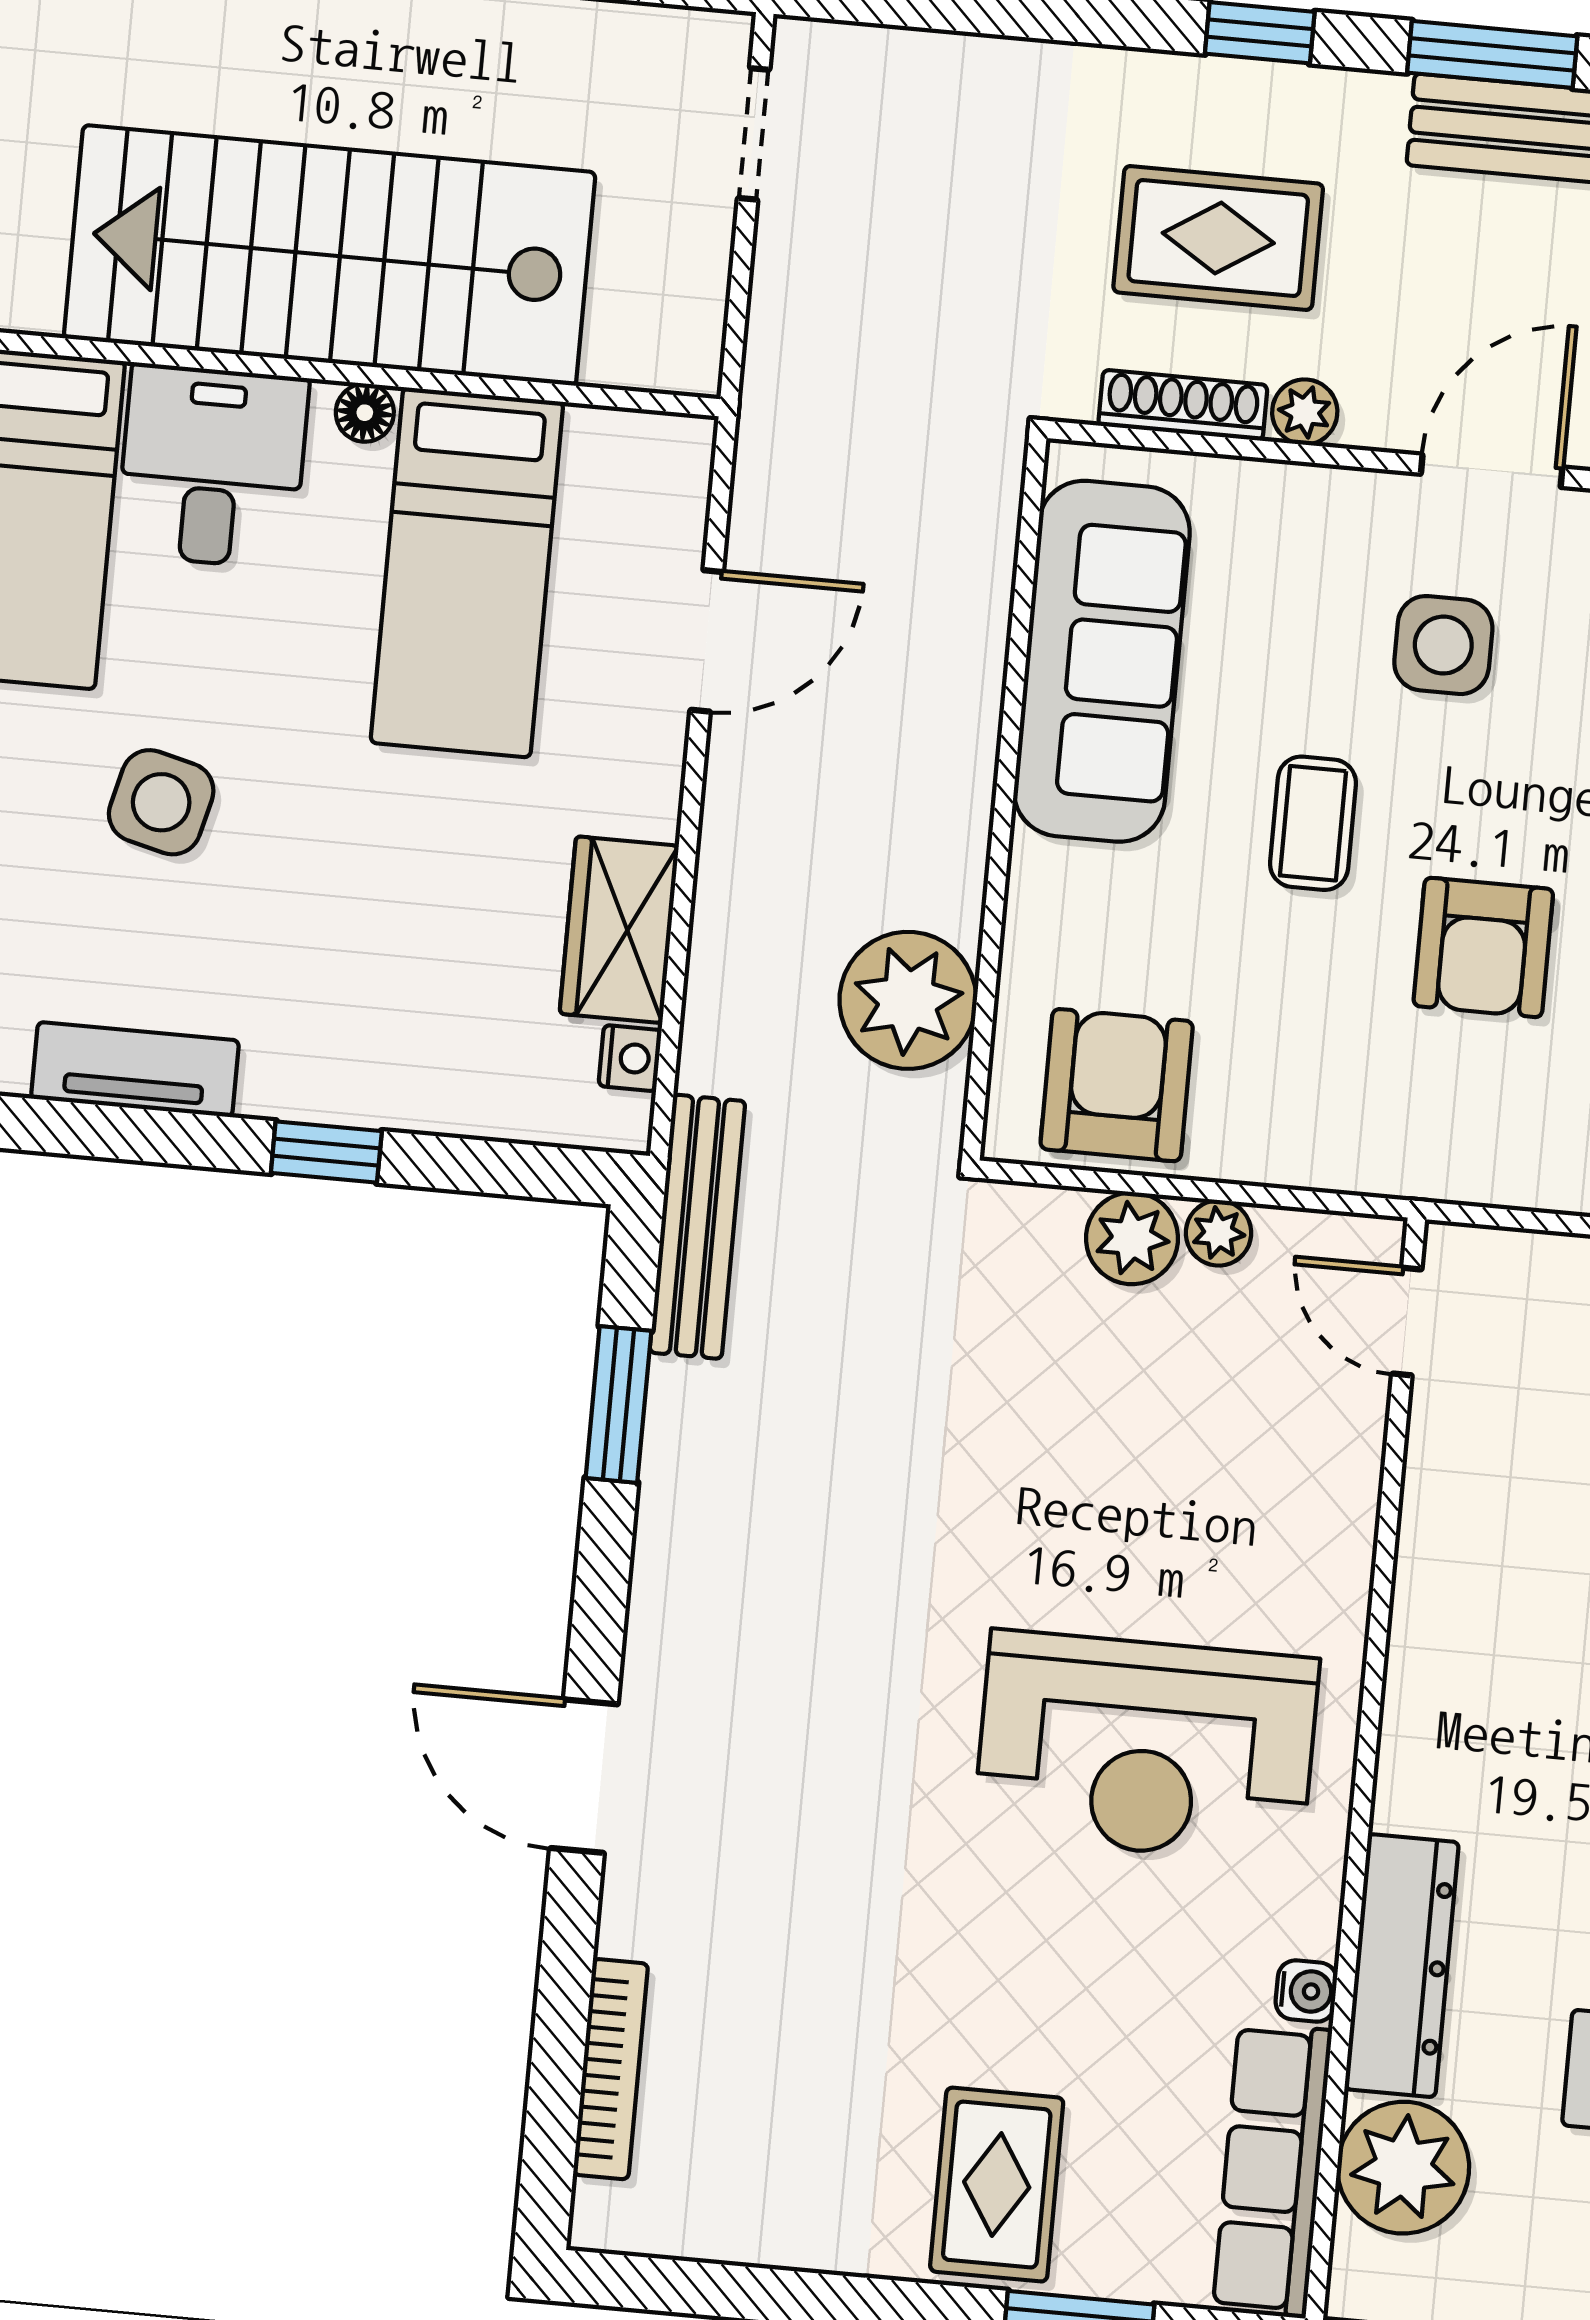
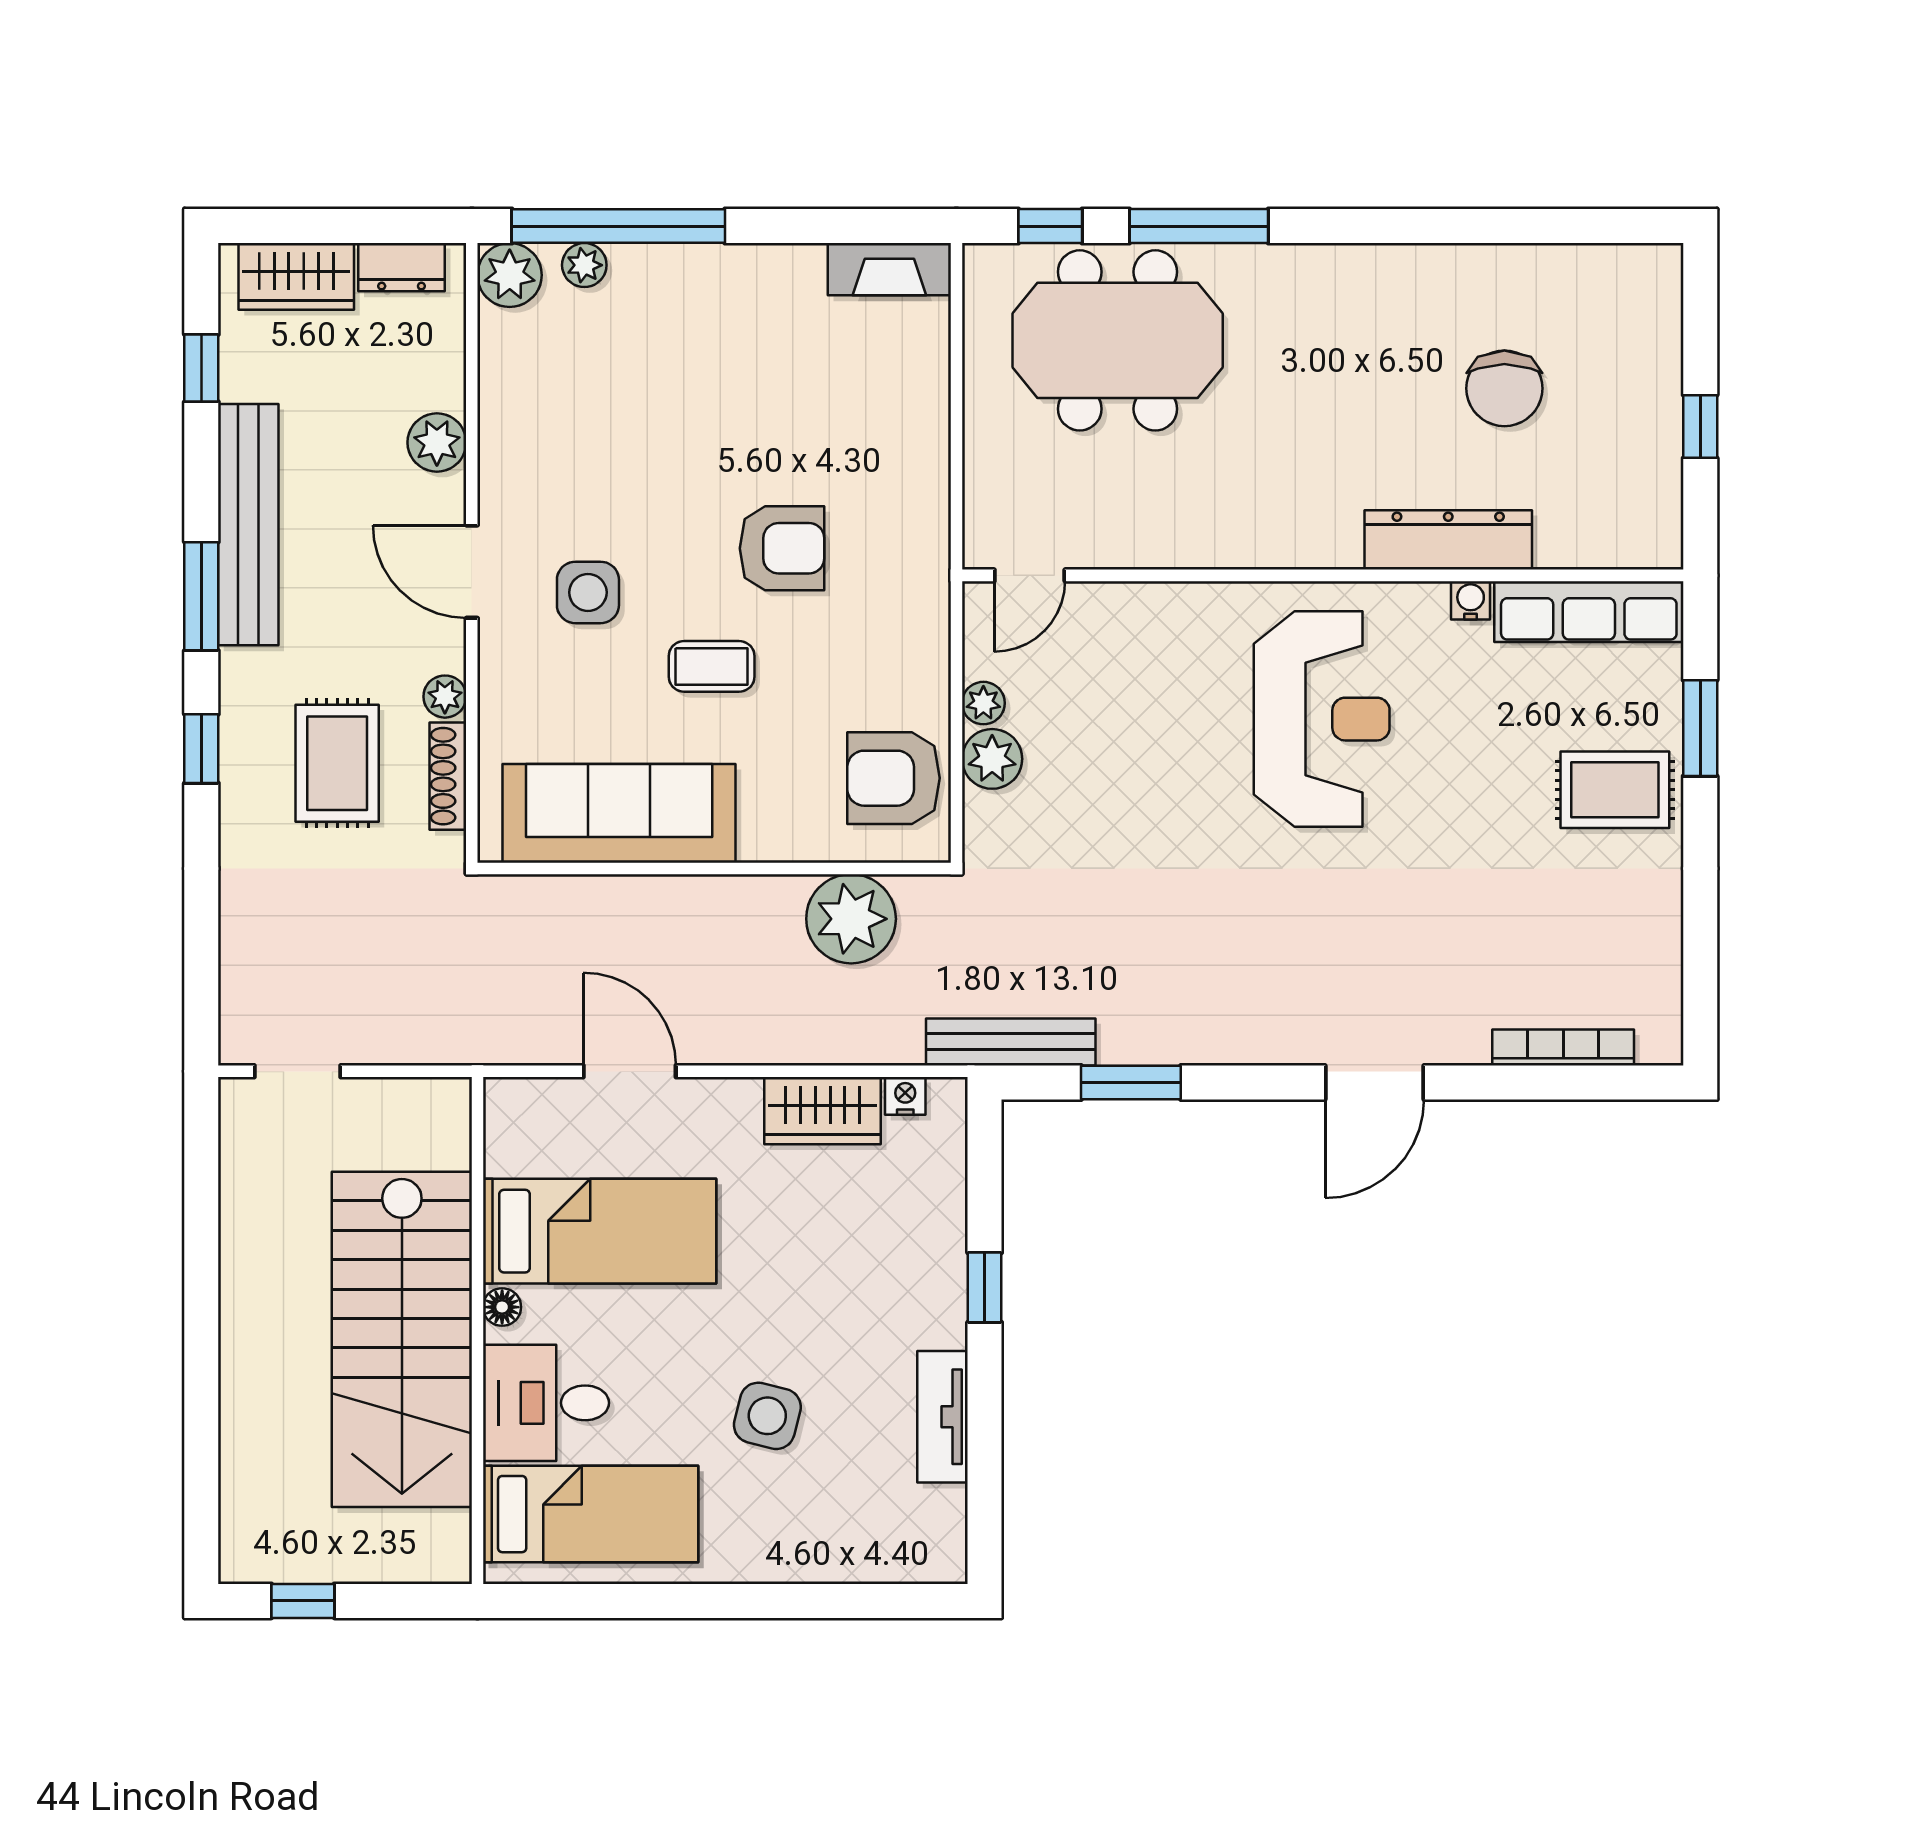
plant: (1403, 2168) -> (1579, 527), removed

